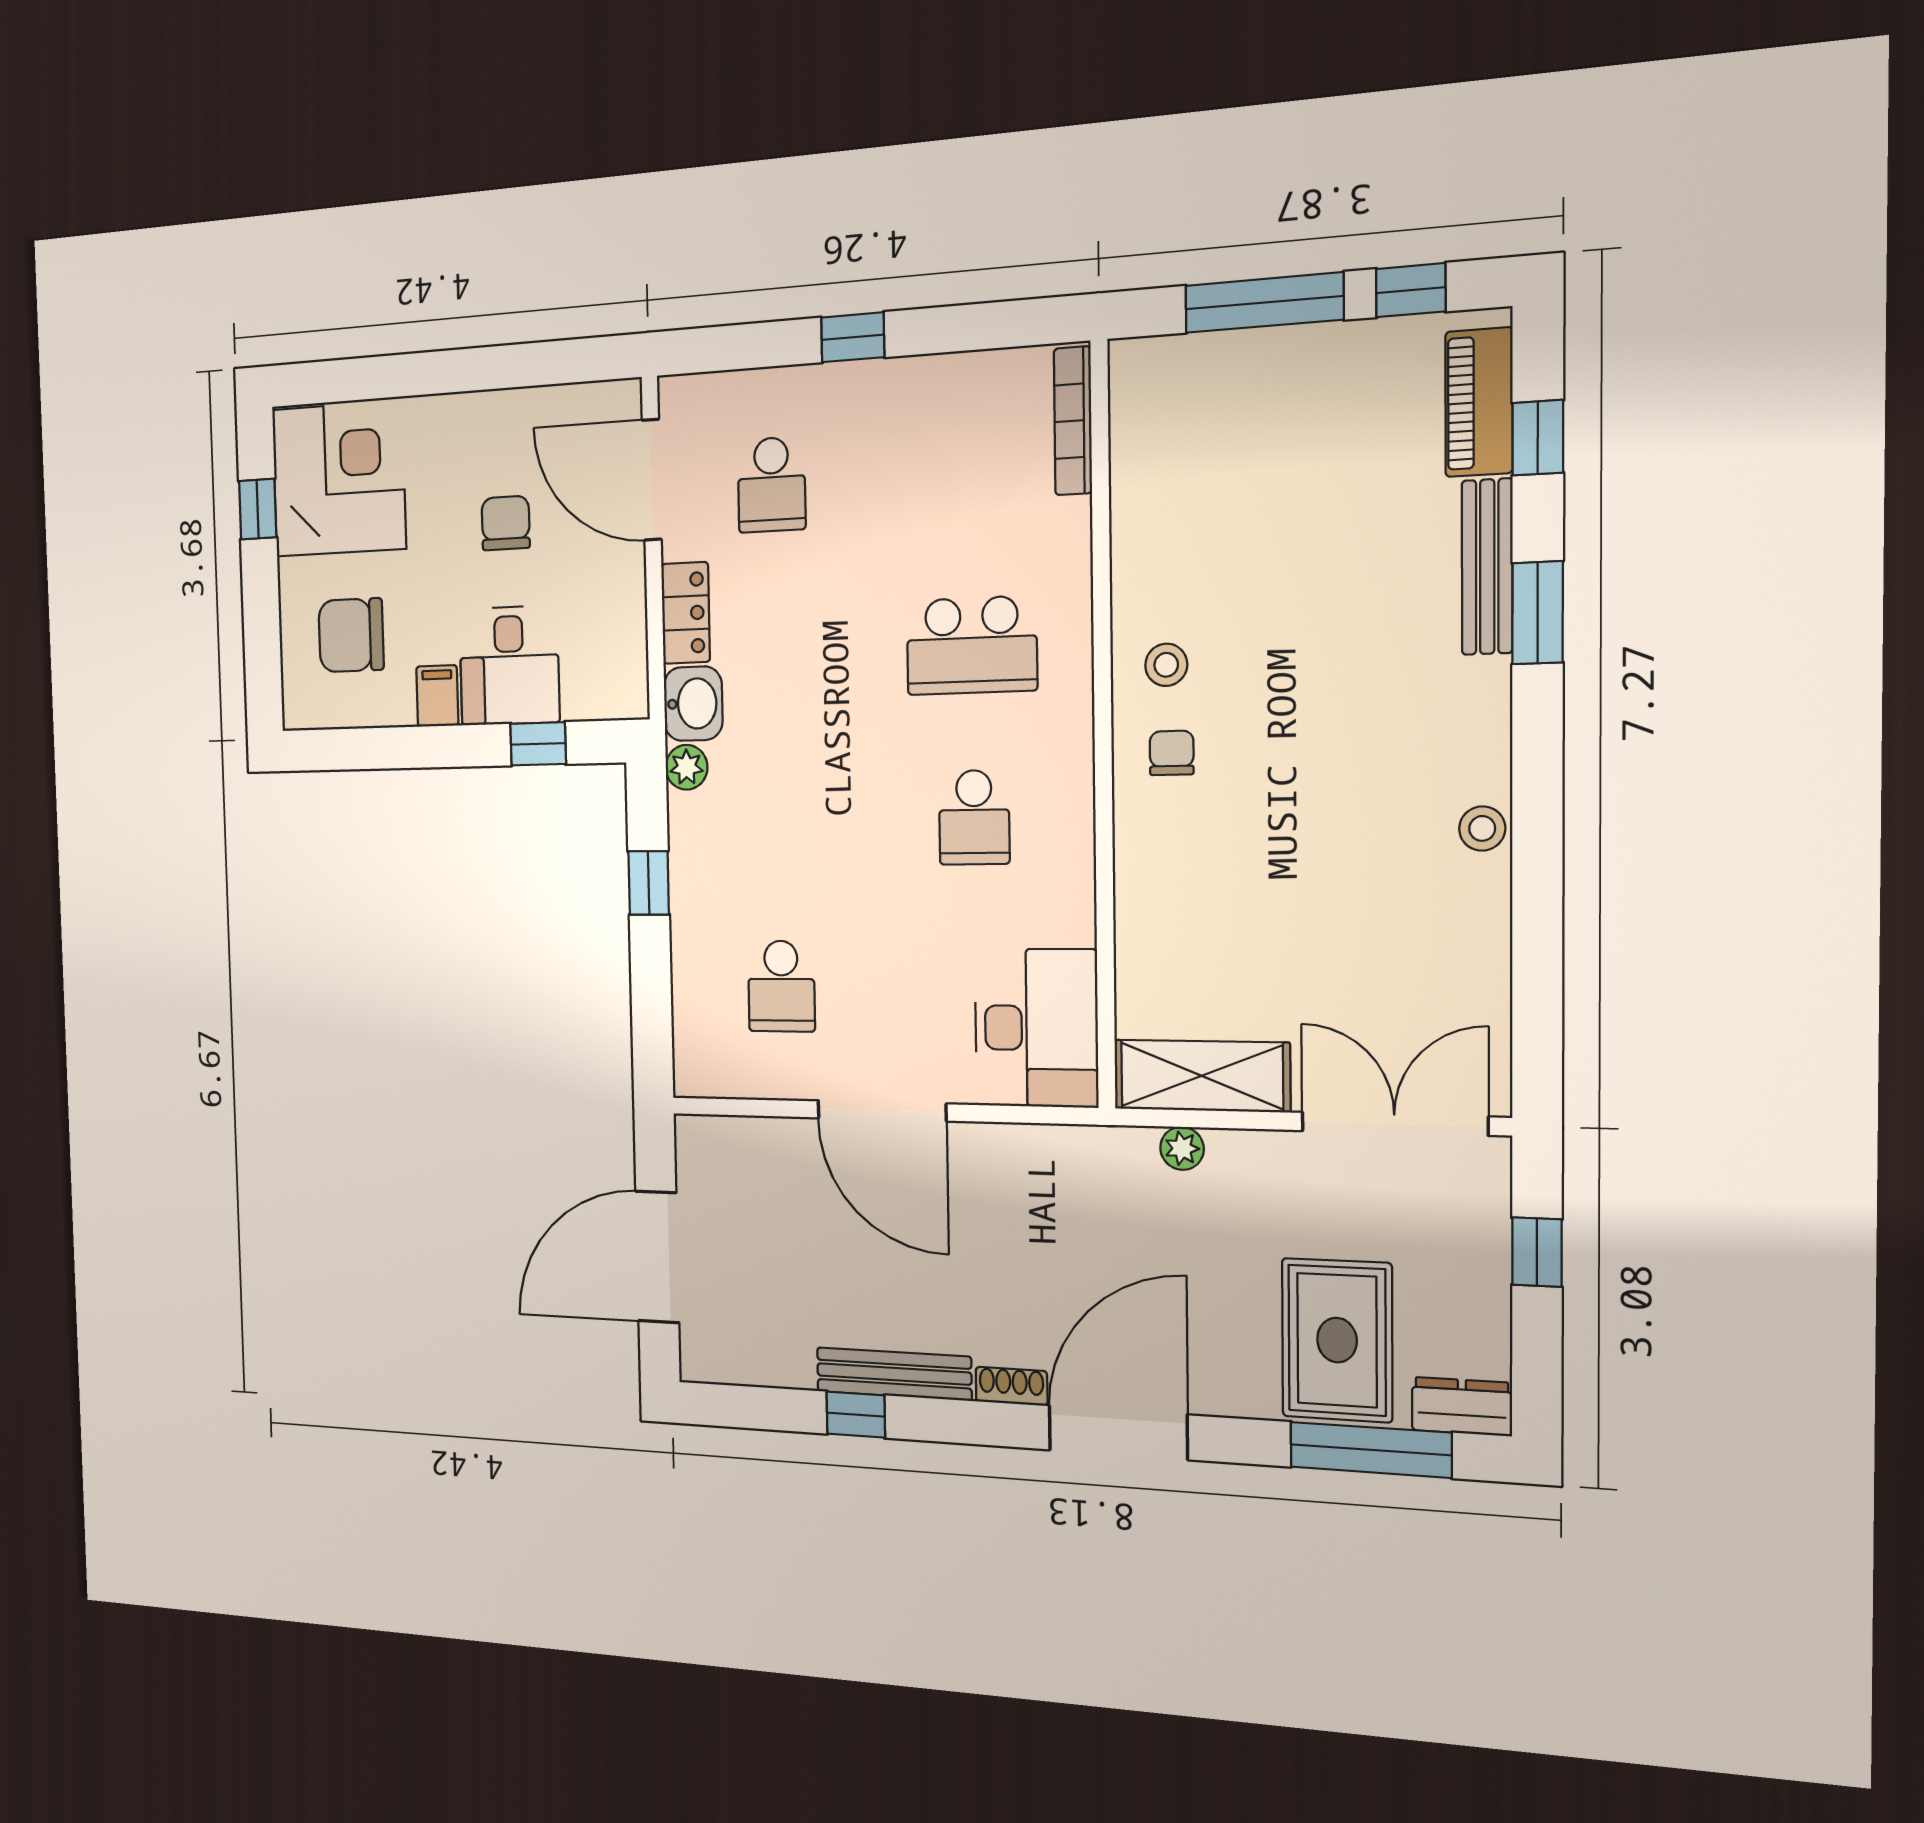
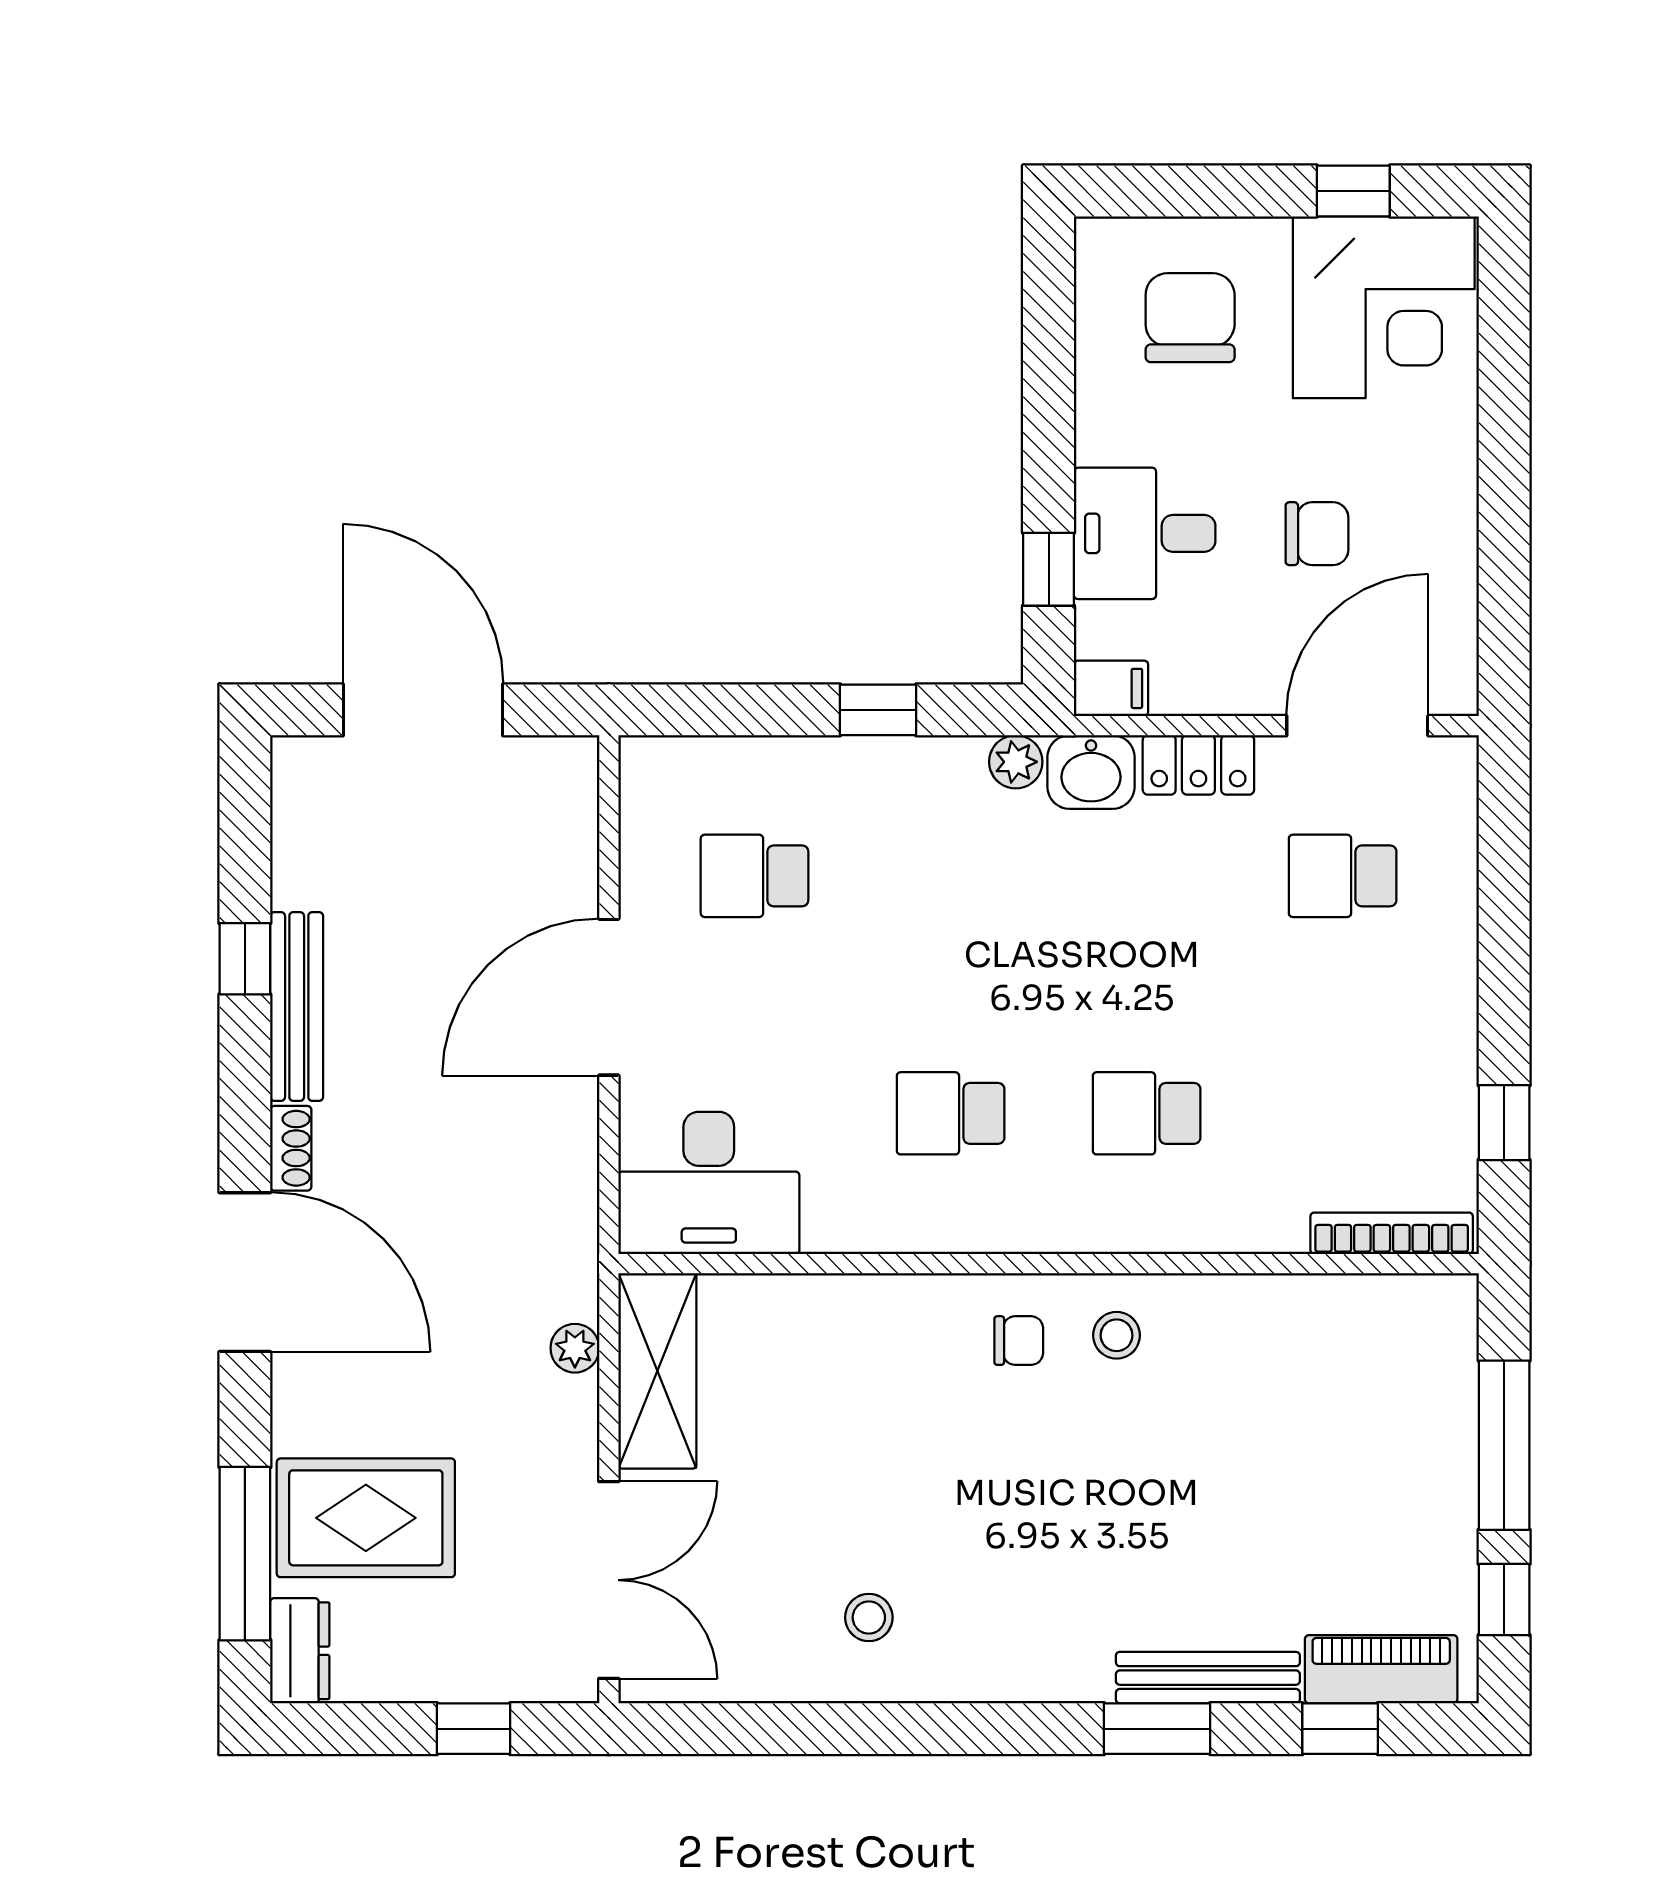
window: (853, 337) -> (1504, 1123), moved
school desk: (972, 645) -> (1147, 1113), width x0.54
filing cabinet: (437, 696) -> (1111, 688), moved
stool: (1482, 828) -> (869, 1617), moved

